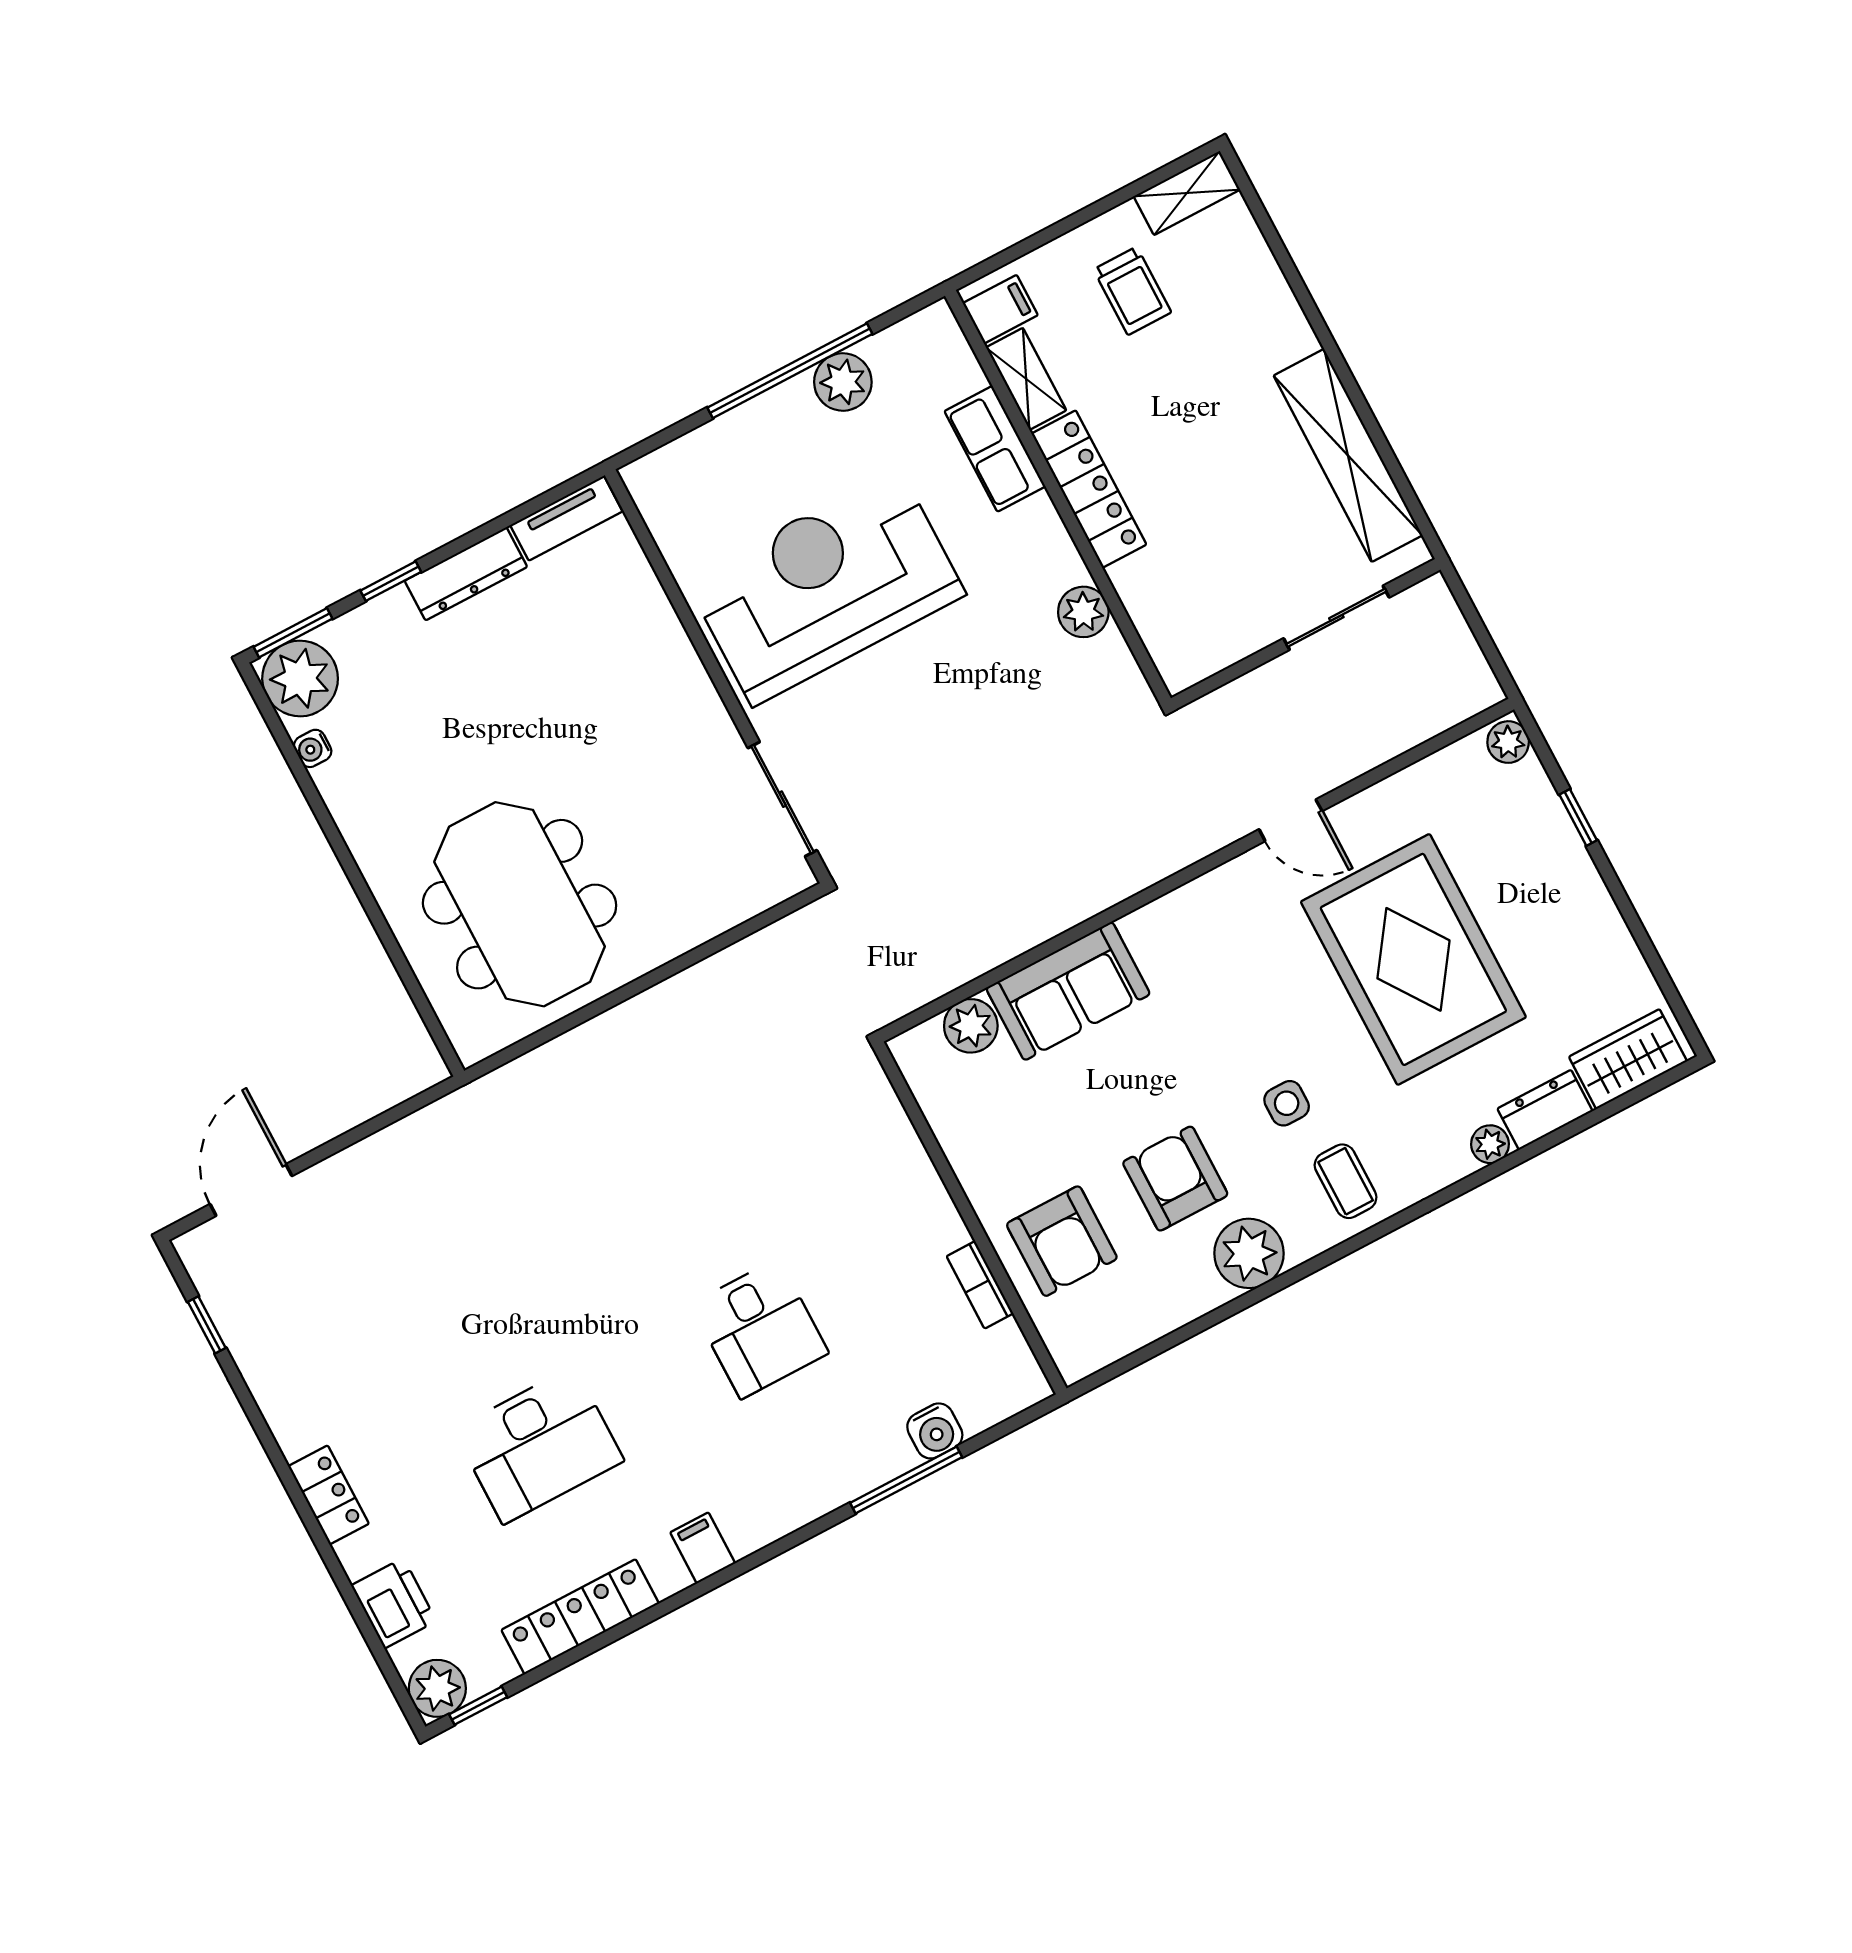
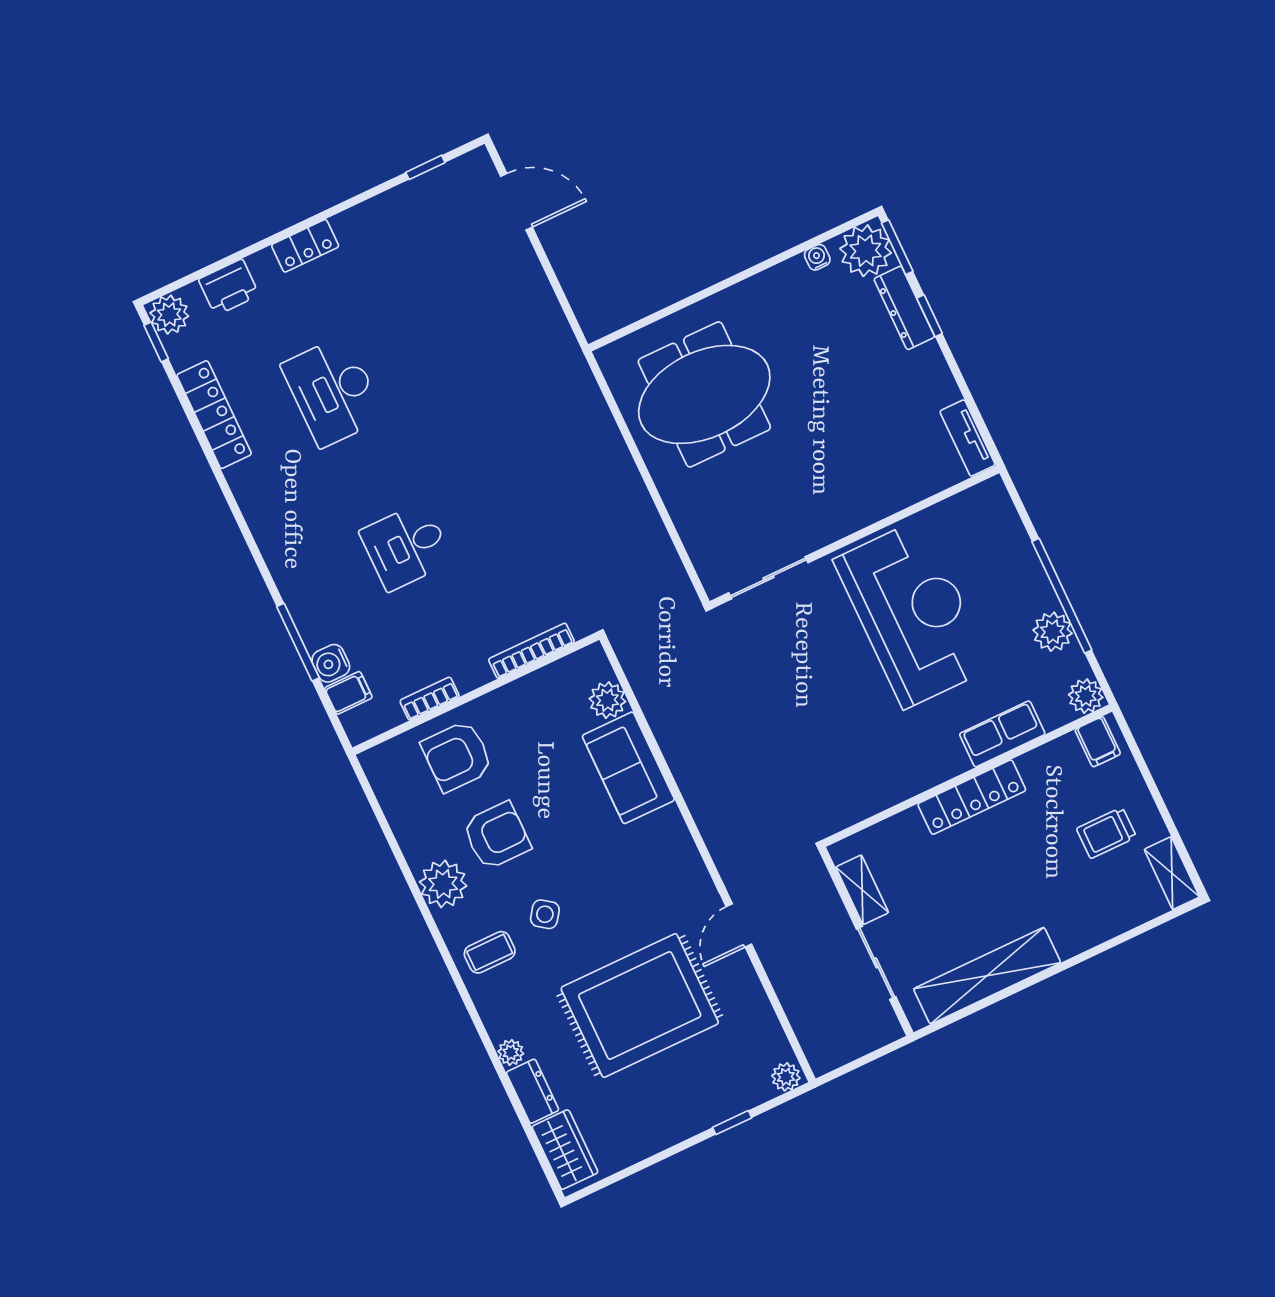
shelving: (1026, 379) -> (862, 890), moved, turned 90
dresser: (466, 574) -> (904, 308), moved
plant: (1083, 612) -> (1086, 696), moved
side table: (1287, 1103) -> (545, 914), turned 36
bookcase: (904, 1140) -> (531, 651), added
filing cabinet: (703, 1548) -> (348, 693), moved

